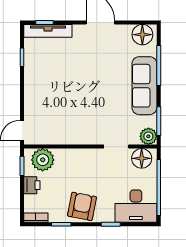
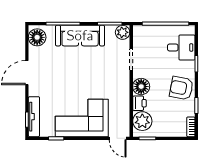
corner sofa: (46, 88) -> (82, 118), added
floor lamp: (142, 158) -> (141, 87), moved
printer: (32, 185) -> (139, 103), moved, turned 90
desk: (136, 206) -> (181, 47), width x0.73

